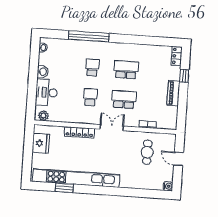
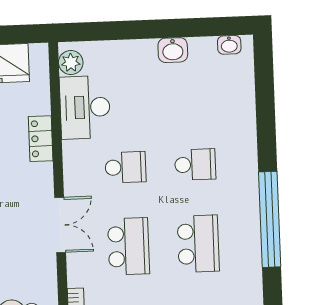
window: (89, 36) -> (270, 219), moved
desk: (47, 92) -> (85, 107), moved, turned -90
locker: (79, 132) -> (41, 139), width x0.66

